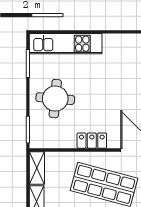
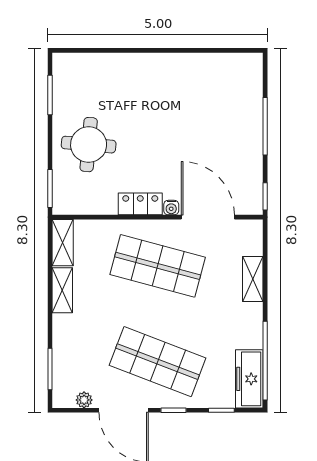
kitchen unit: (66, 44) -> (103, 67), removed
water cooler: (114, 143) -> (171, 208), added

